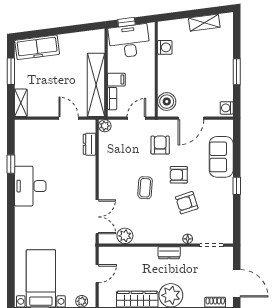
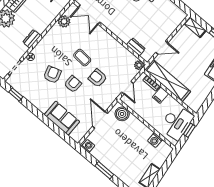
armchair: (160, 145) -> (98, 78), moved, turned 180
window: (237, 186) -> (16, 94), moved

